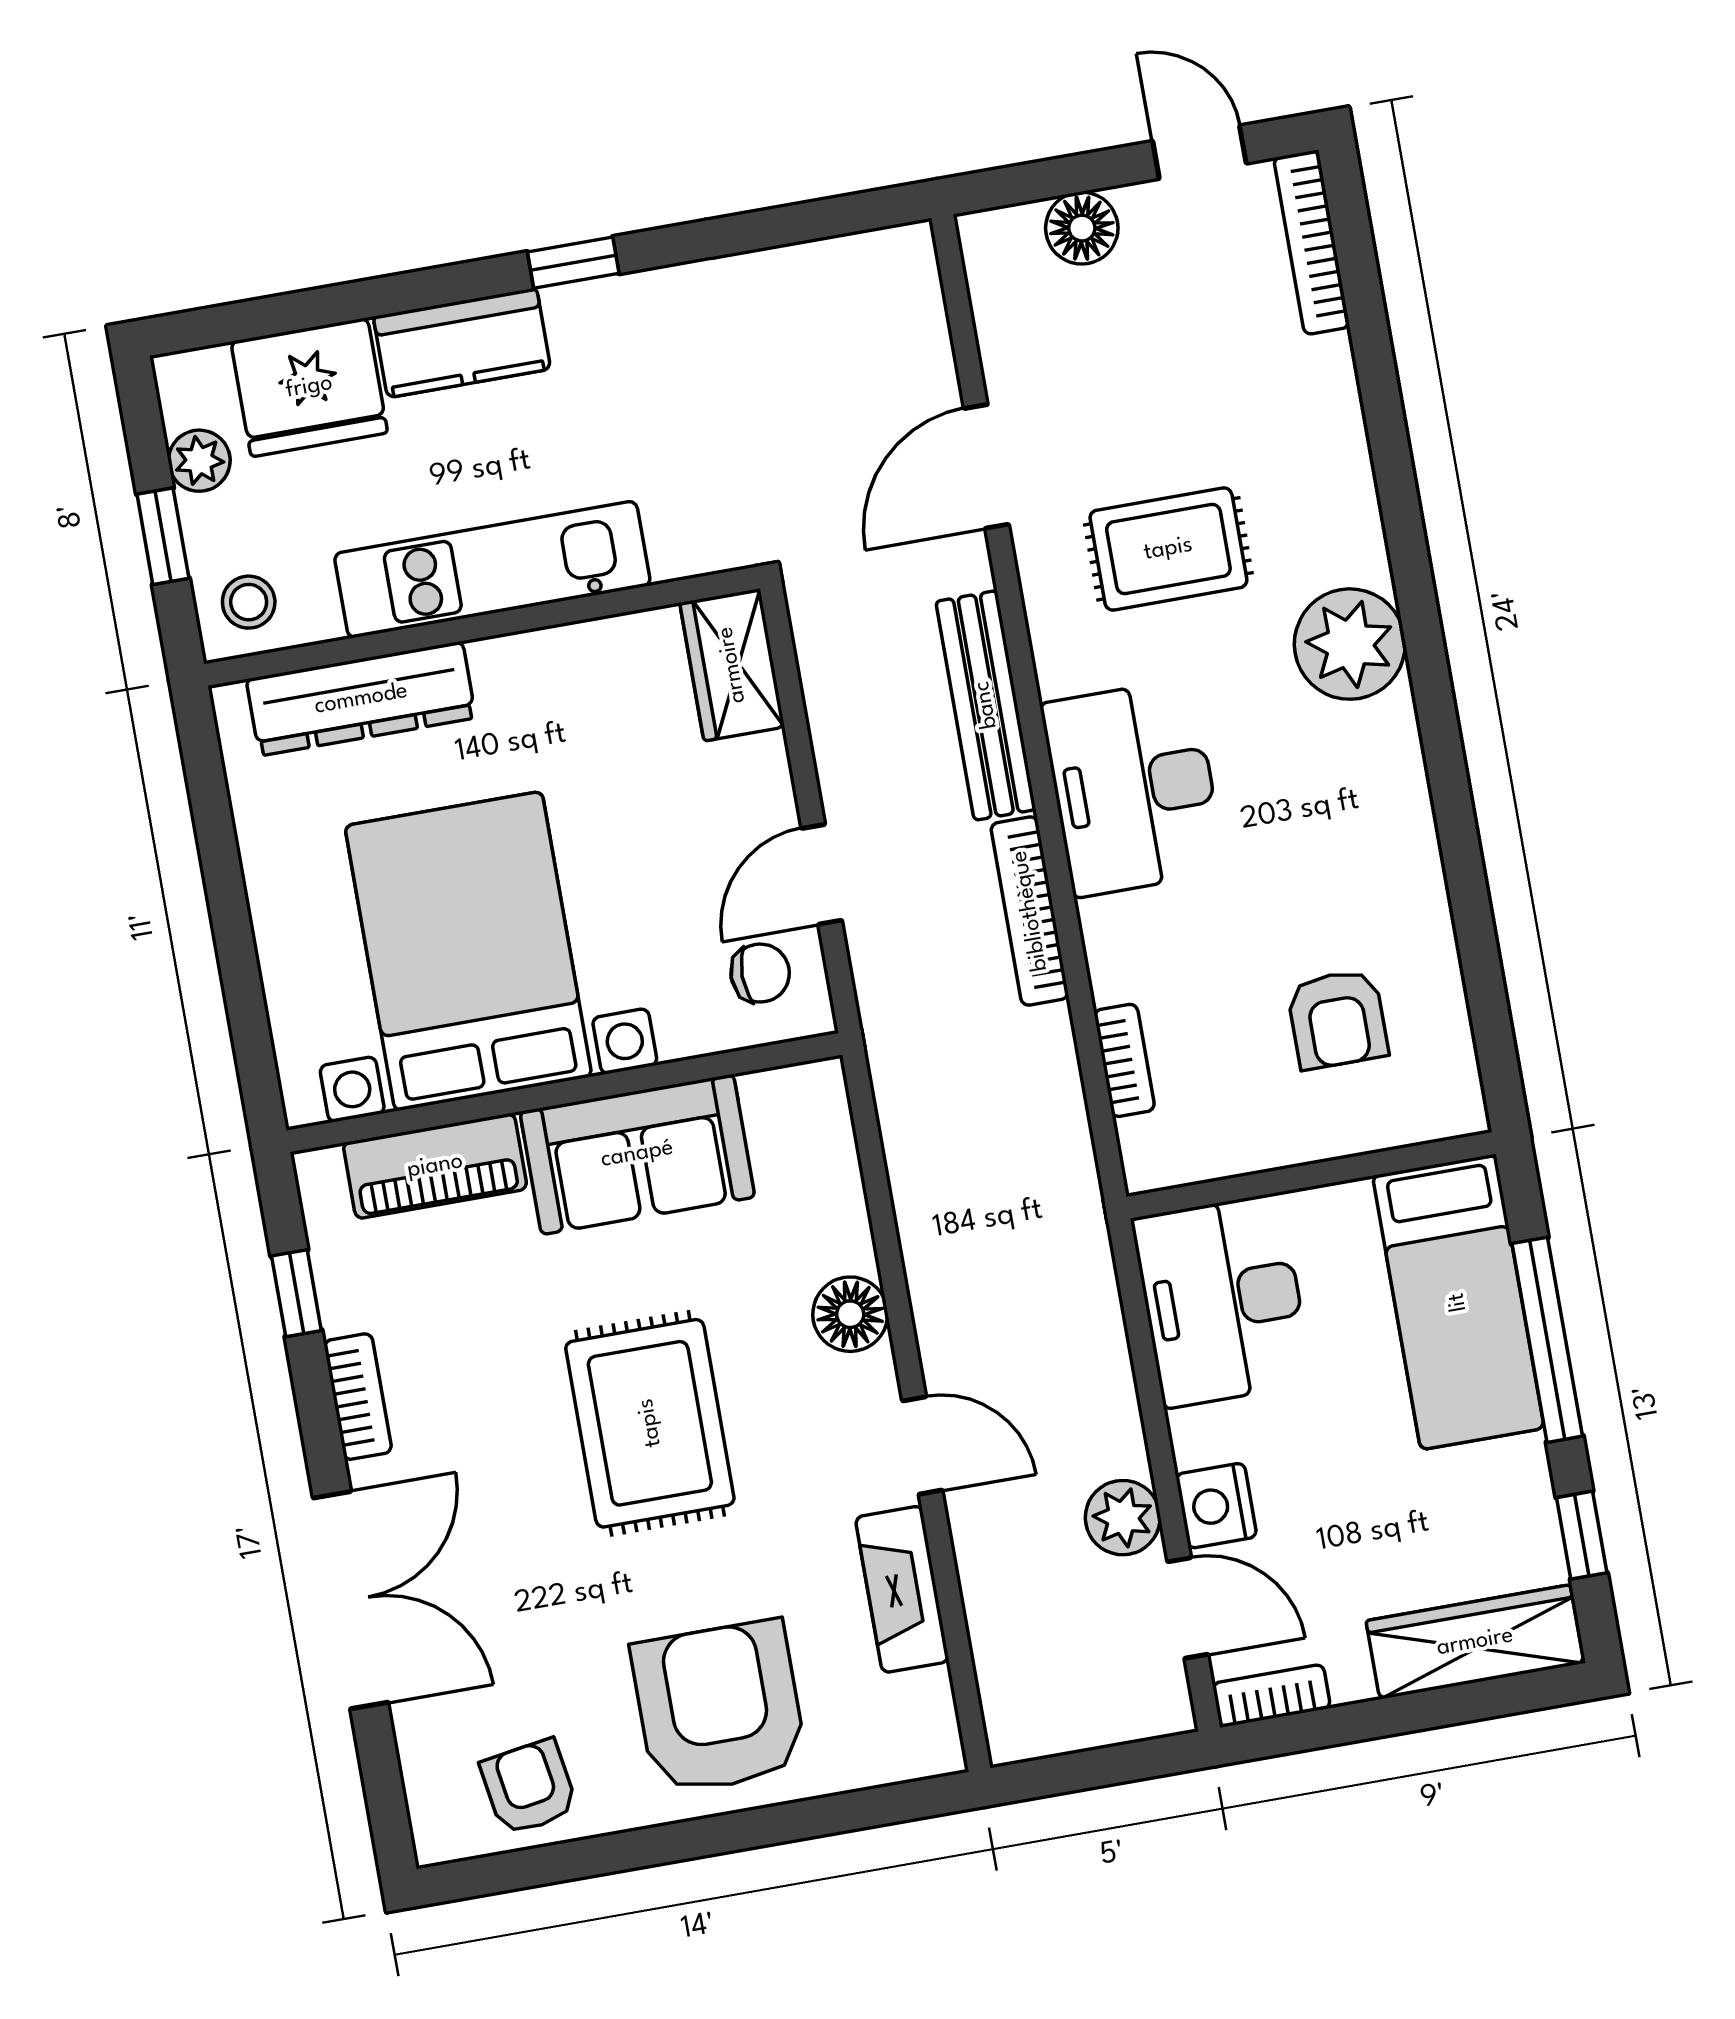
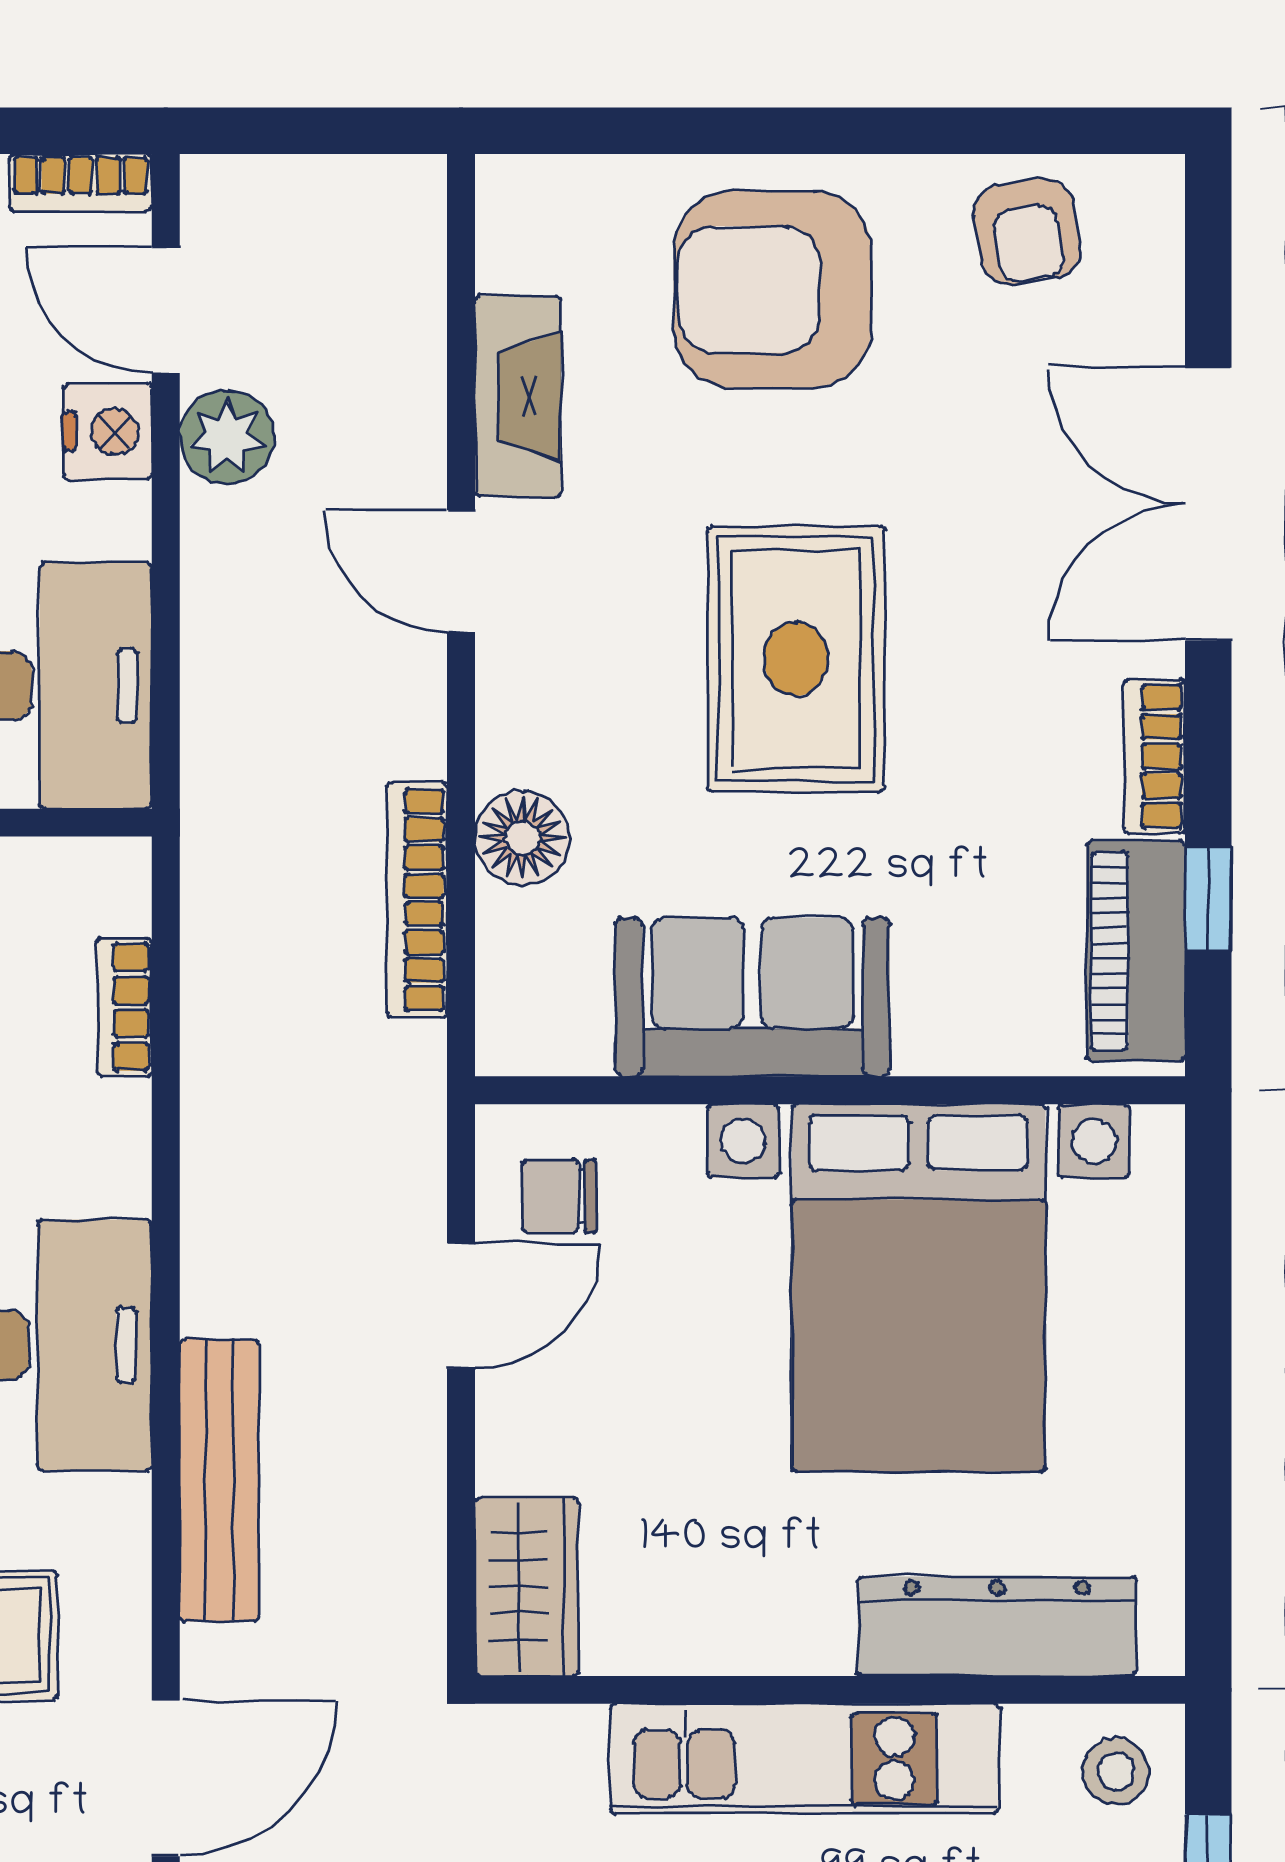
bookcase: (1030, 911) -> (417, 900), moved, turned 180
piano: (435, 1166) -> (1136, 951), moved, turned -90
floor lamp: (850, 1314) -> (522, 838), moved
armchair: (719, 1707) -> (772, 289), turned 90

